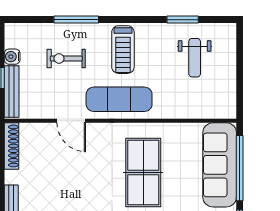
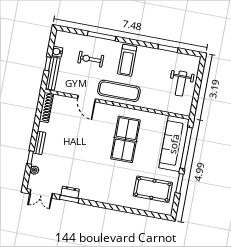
weight bench: (195, 58) -> (181, 84), moved

